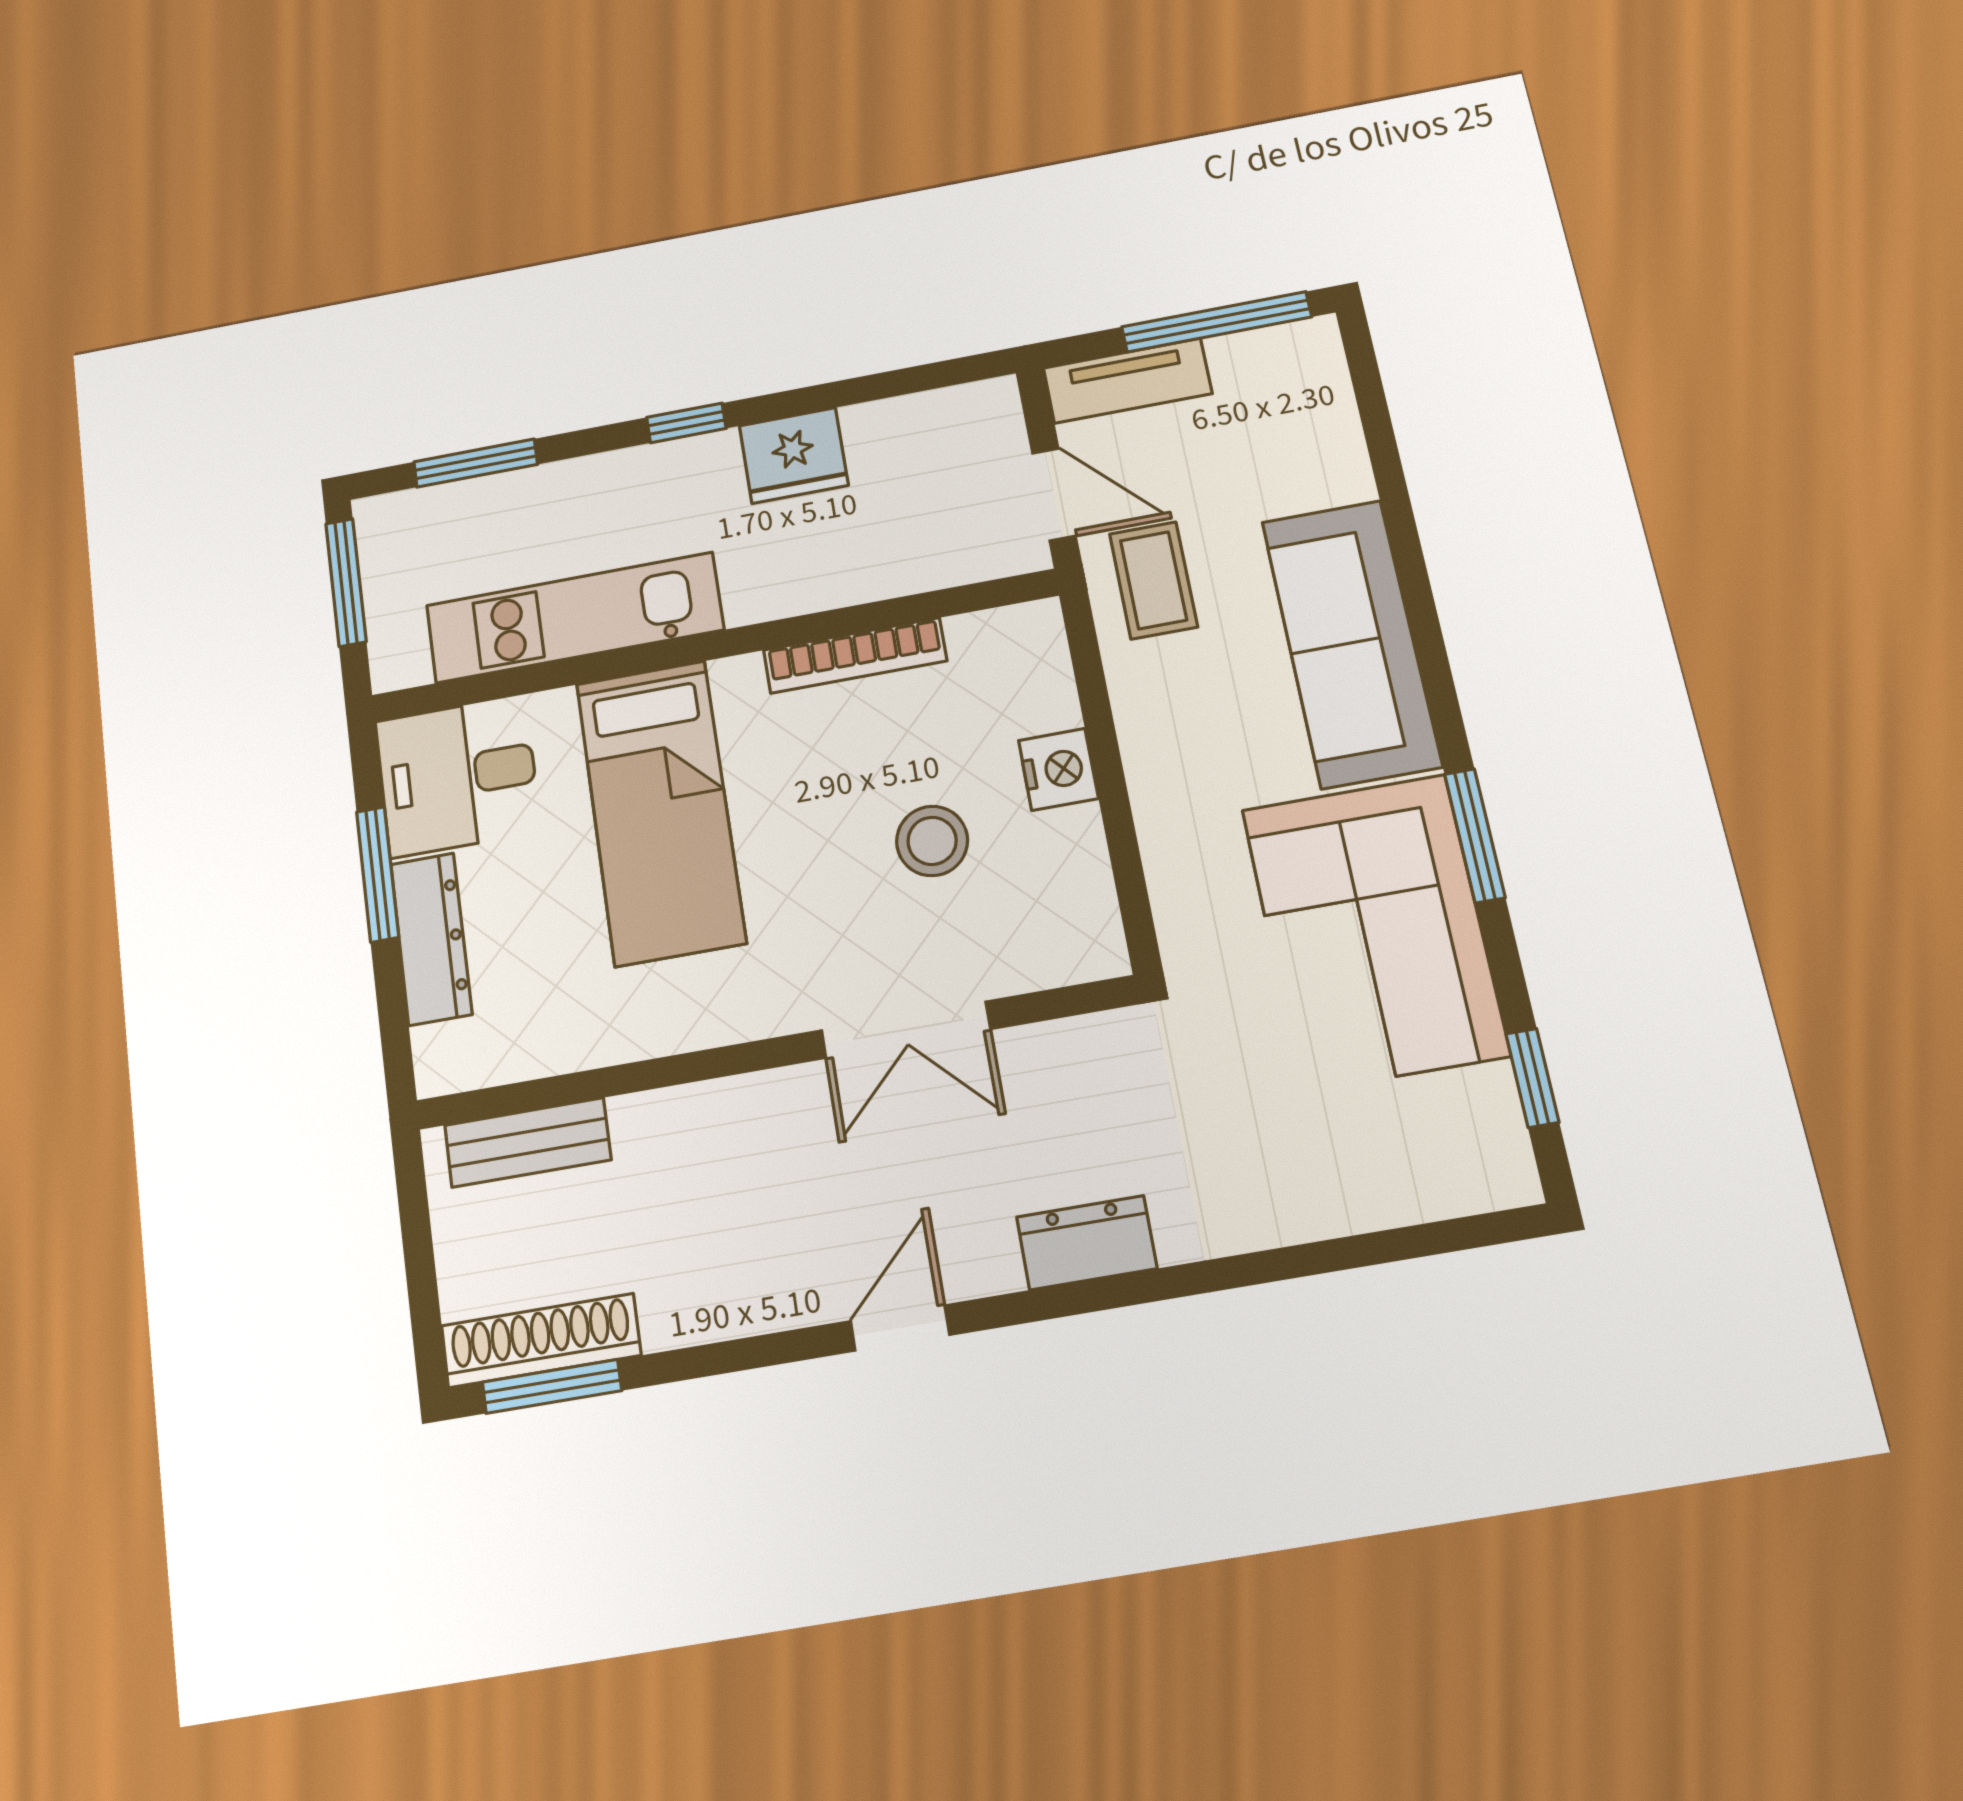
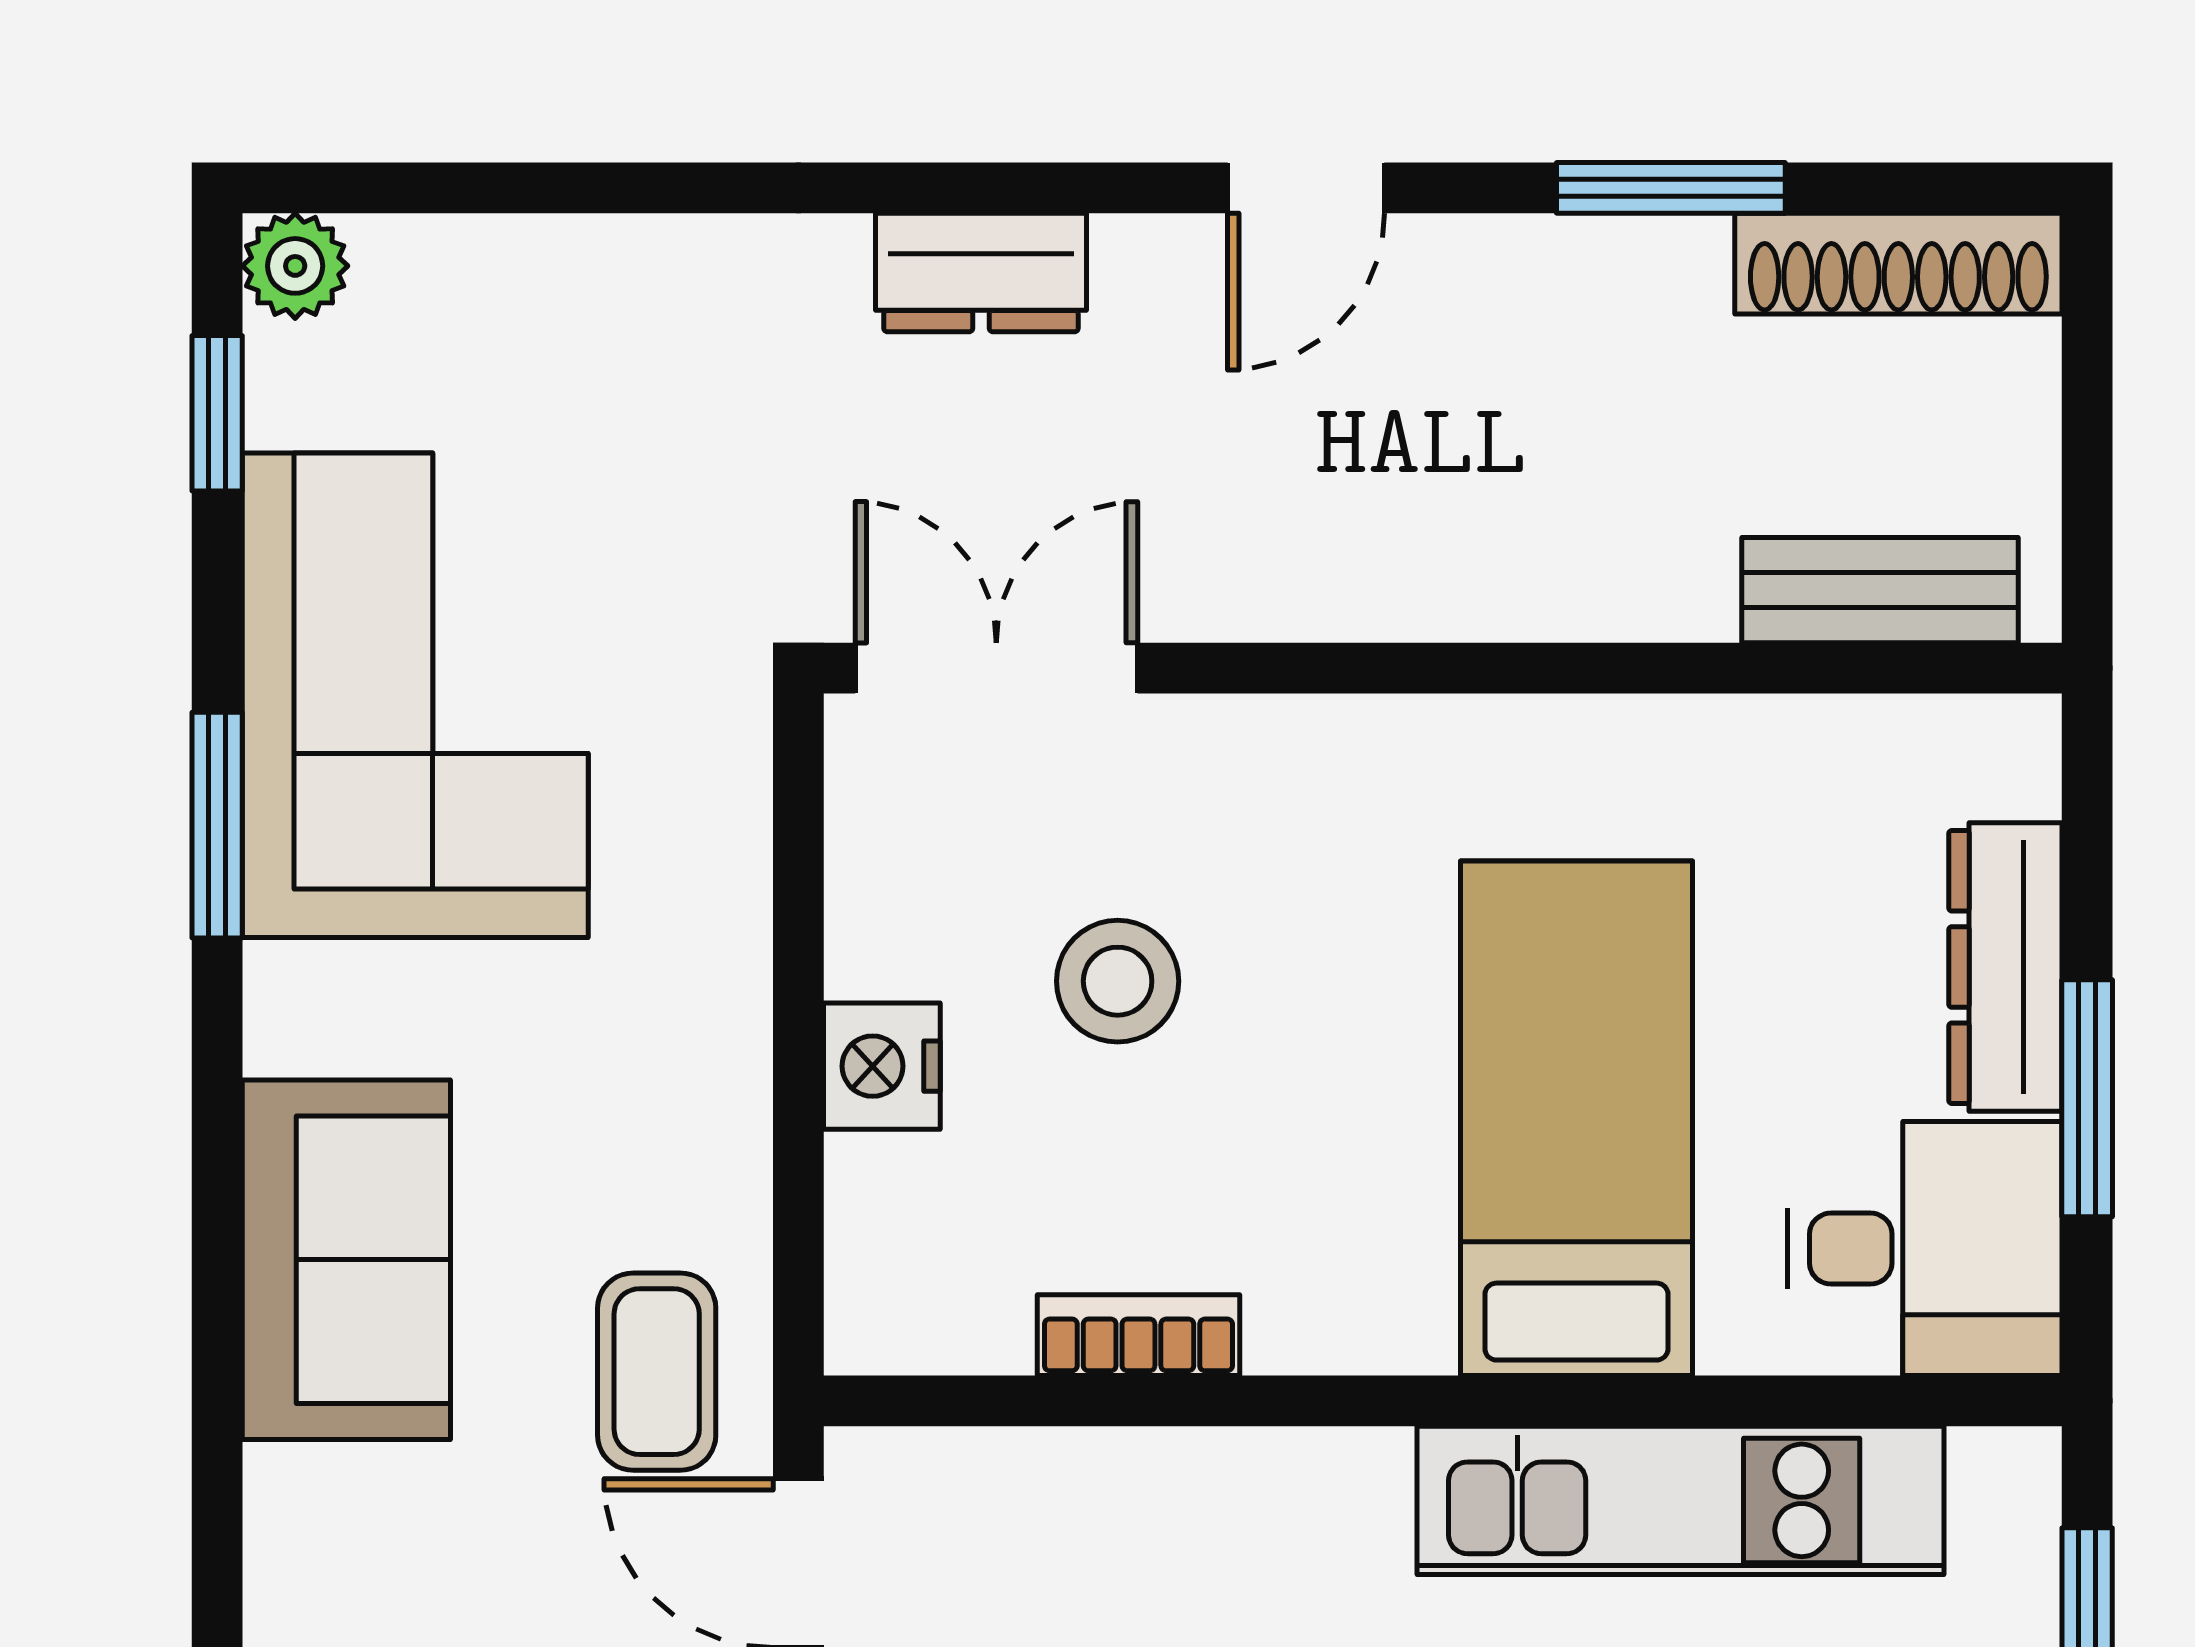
sofa: (1351, 643) -> (346, 1260), width x0.73
bookcase: (855, 655) -> (1138, 1335), width x0.64
double door: (906, 1030) -> (996, 668), moved
plant: (1506, 1176) -> (295, 266), added
window: (552, 1386) -> (1671, 188), moved

